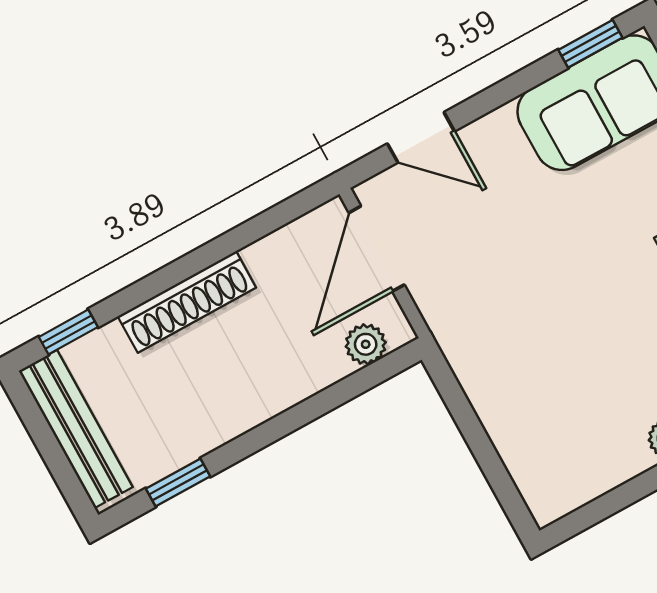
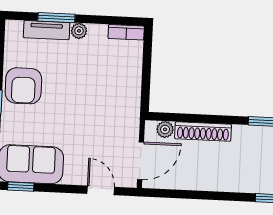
shoe rack: (187, 302) -> (203, 131), moved, turned 180
bookcase: (569, 495) -> (126, 32), added

